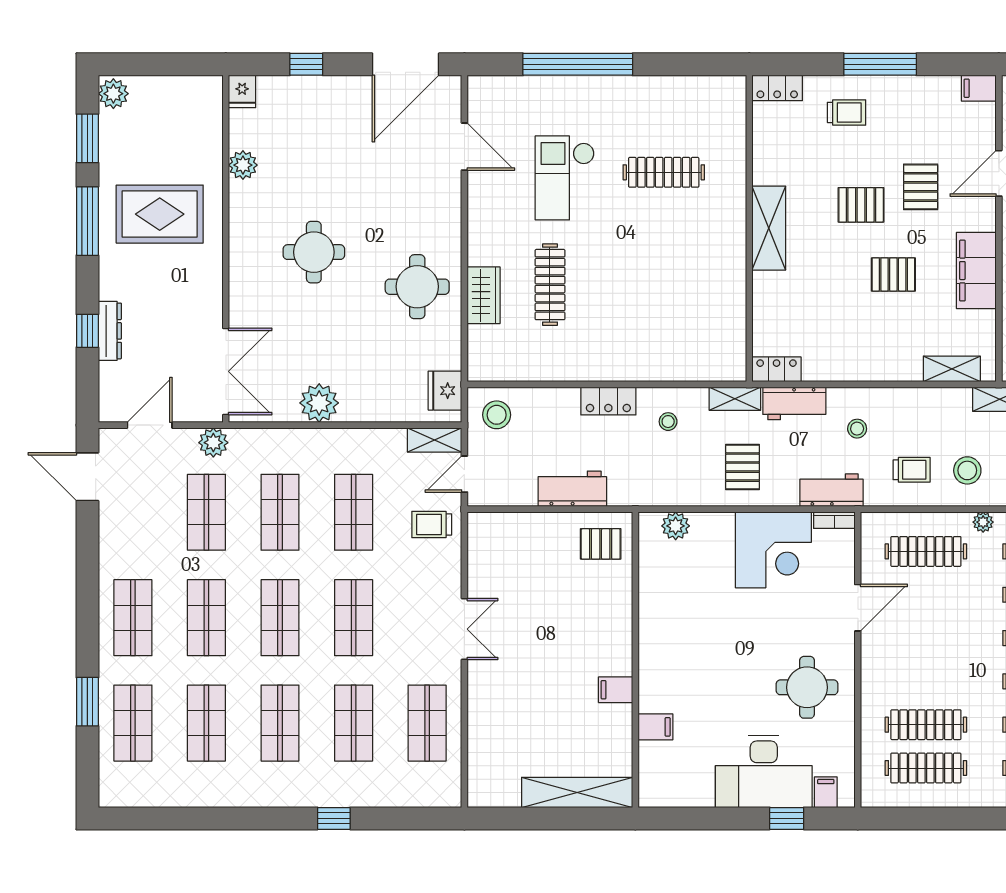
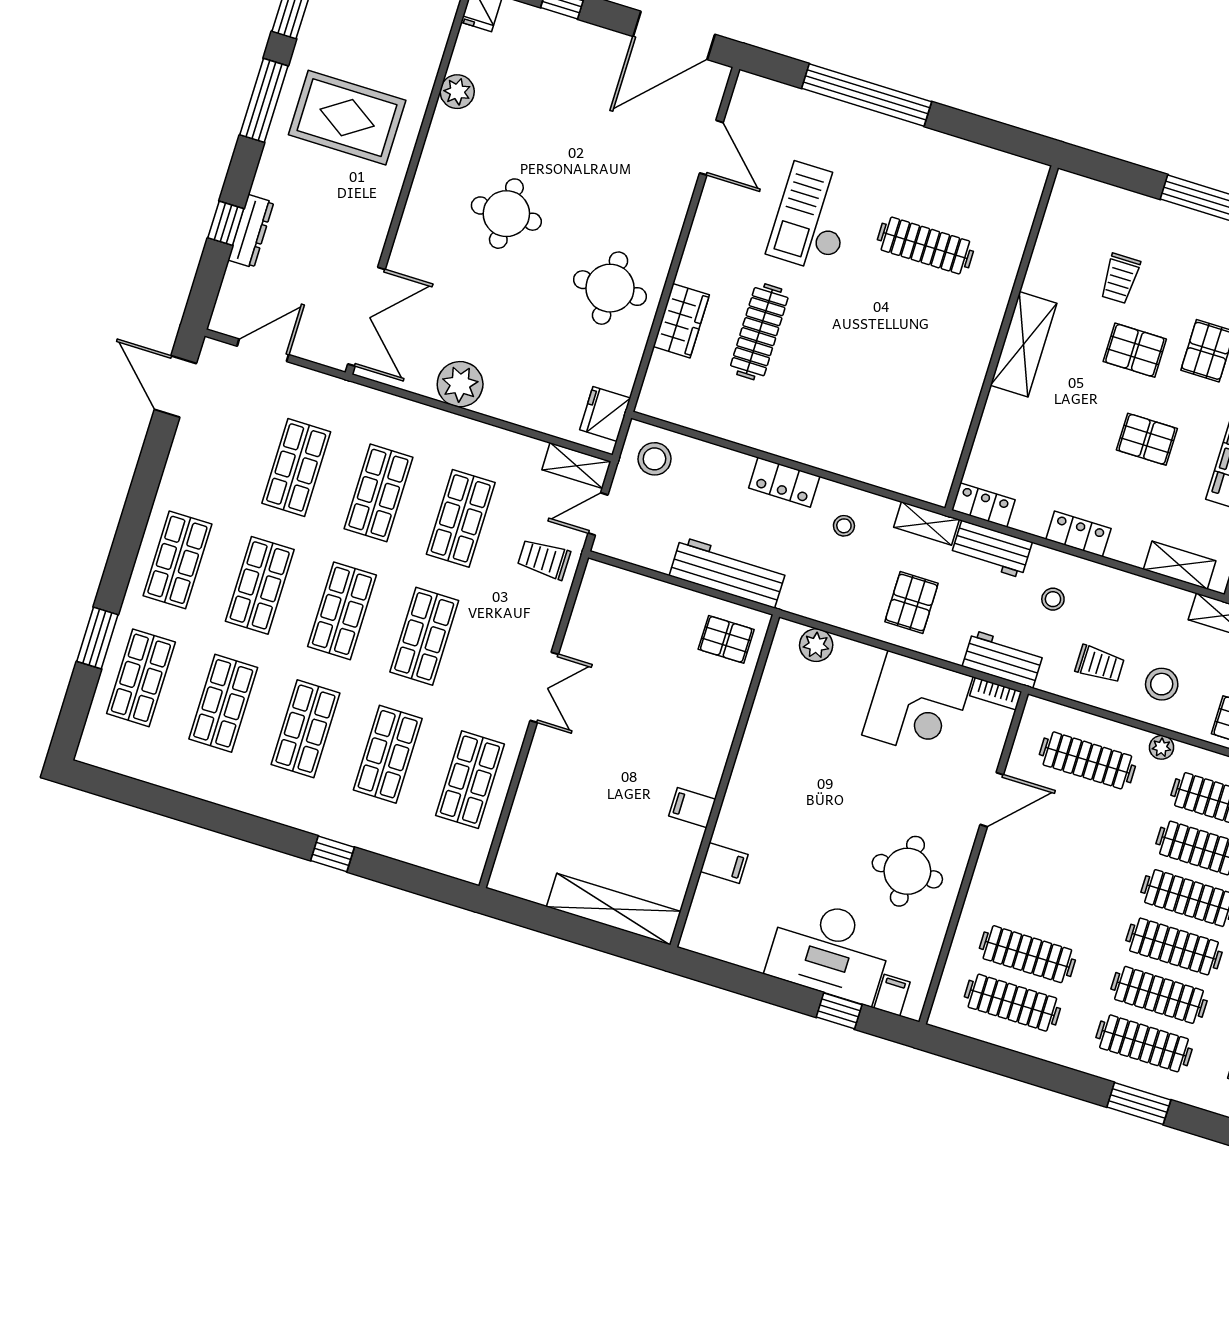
locker: (777, 88) -> (1078, 534), moved, turned 180
trolley: (847, 112) -> (1120, 278), moved, turned 90
plant: (213, 443) -> (328, 392), removed
workbench: (572, 489) -> (728, 572), width x1.37

